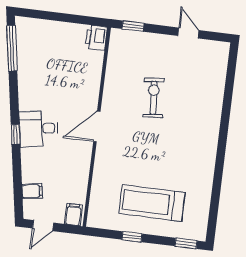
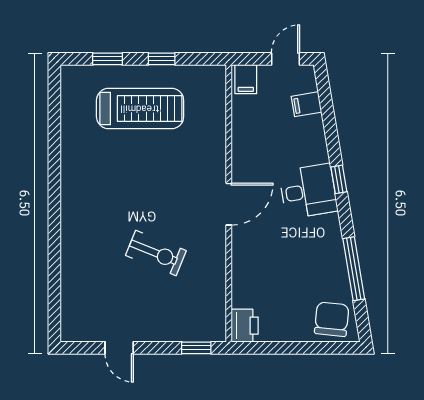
chair: (33, 34) -> (332, 319), added
window: (12, 48) -> (354, 269), moved
exercise bike: (154, 98) -> (156, 253), turned -63
window: (186, 243) -> (107, 59), moved

